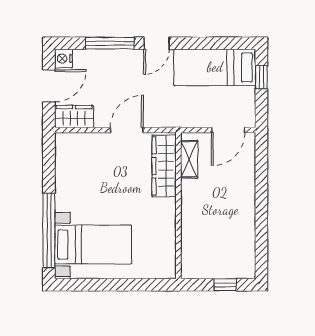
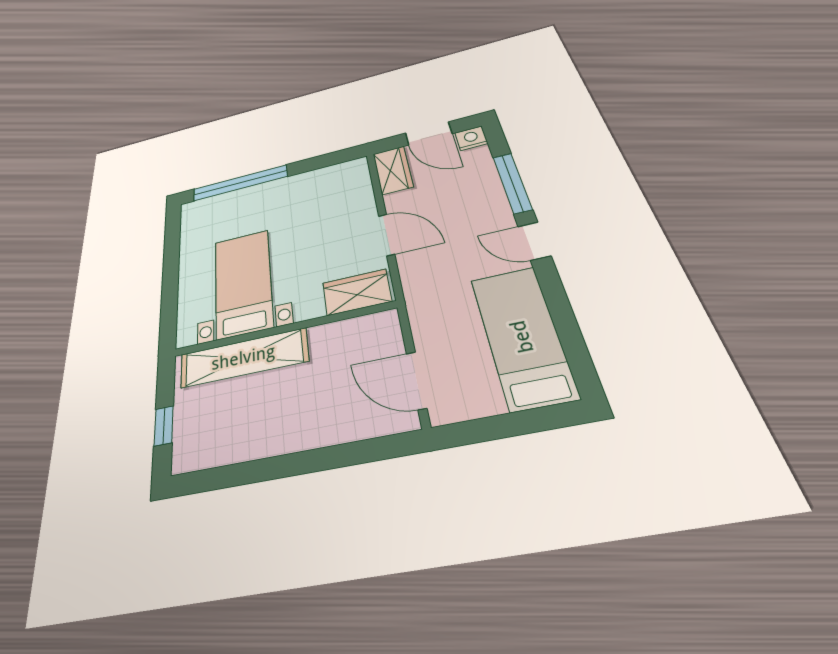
window: (261, 77) -> (530, 421), removed
shelving: (189, 159) -> (243, 358), moved, width x2.20, depth x1.33
wardrobe: (164, 166) -> (357, 292), width x0.67
bed with nightstands: (93, 245) -> (243, 283), moved, turned 180

